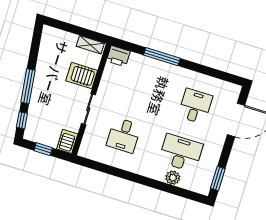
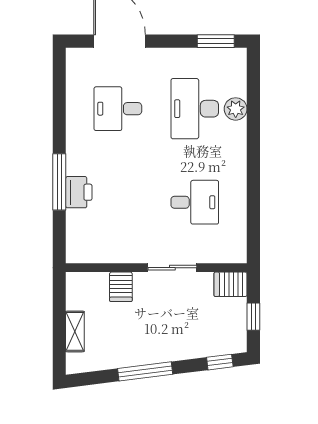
shelving: (90, 45) -> (75, 331), moved
printer: (118, 56) -> (79, 192), moved
server rack: (82, 76) -> (121, 287), width x0.73, depth x0.70
window: (28, 86) -> (145, 371), moved

